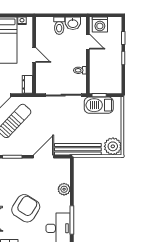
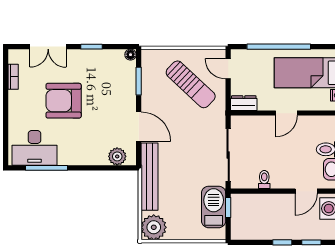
plant: (64, 189) -> (117, 156), moved
armchair: (26, 208) -> (64, 101), turned 148

